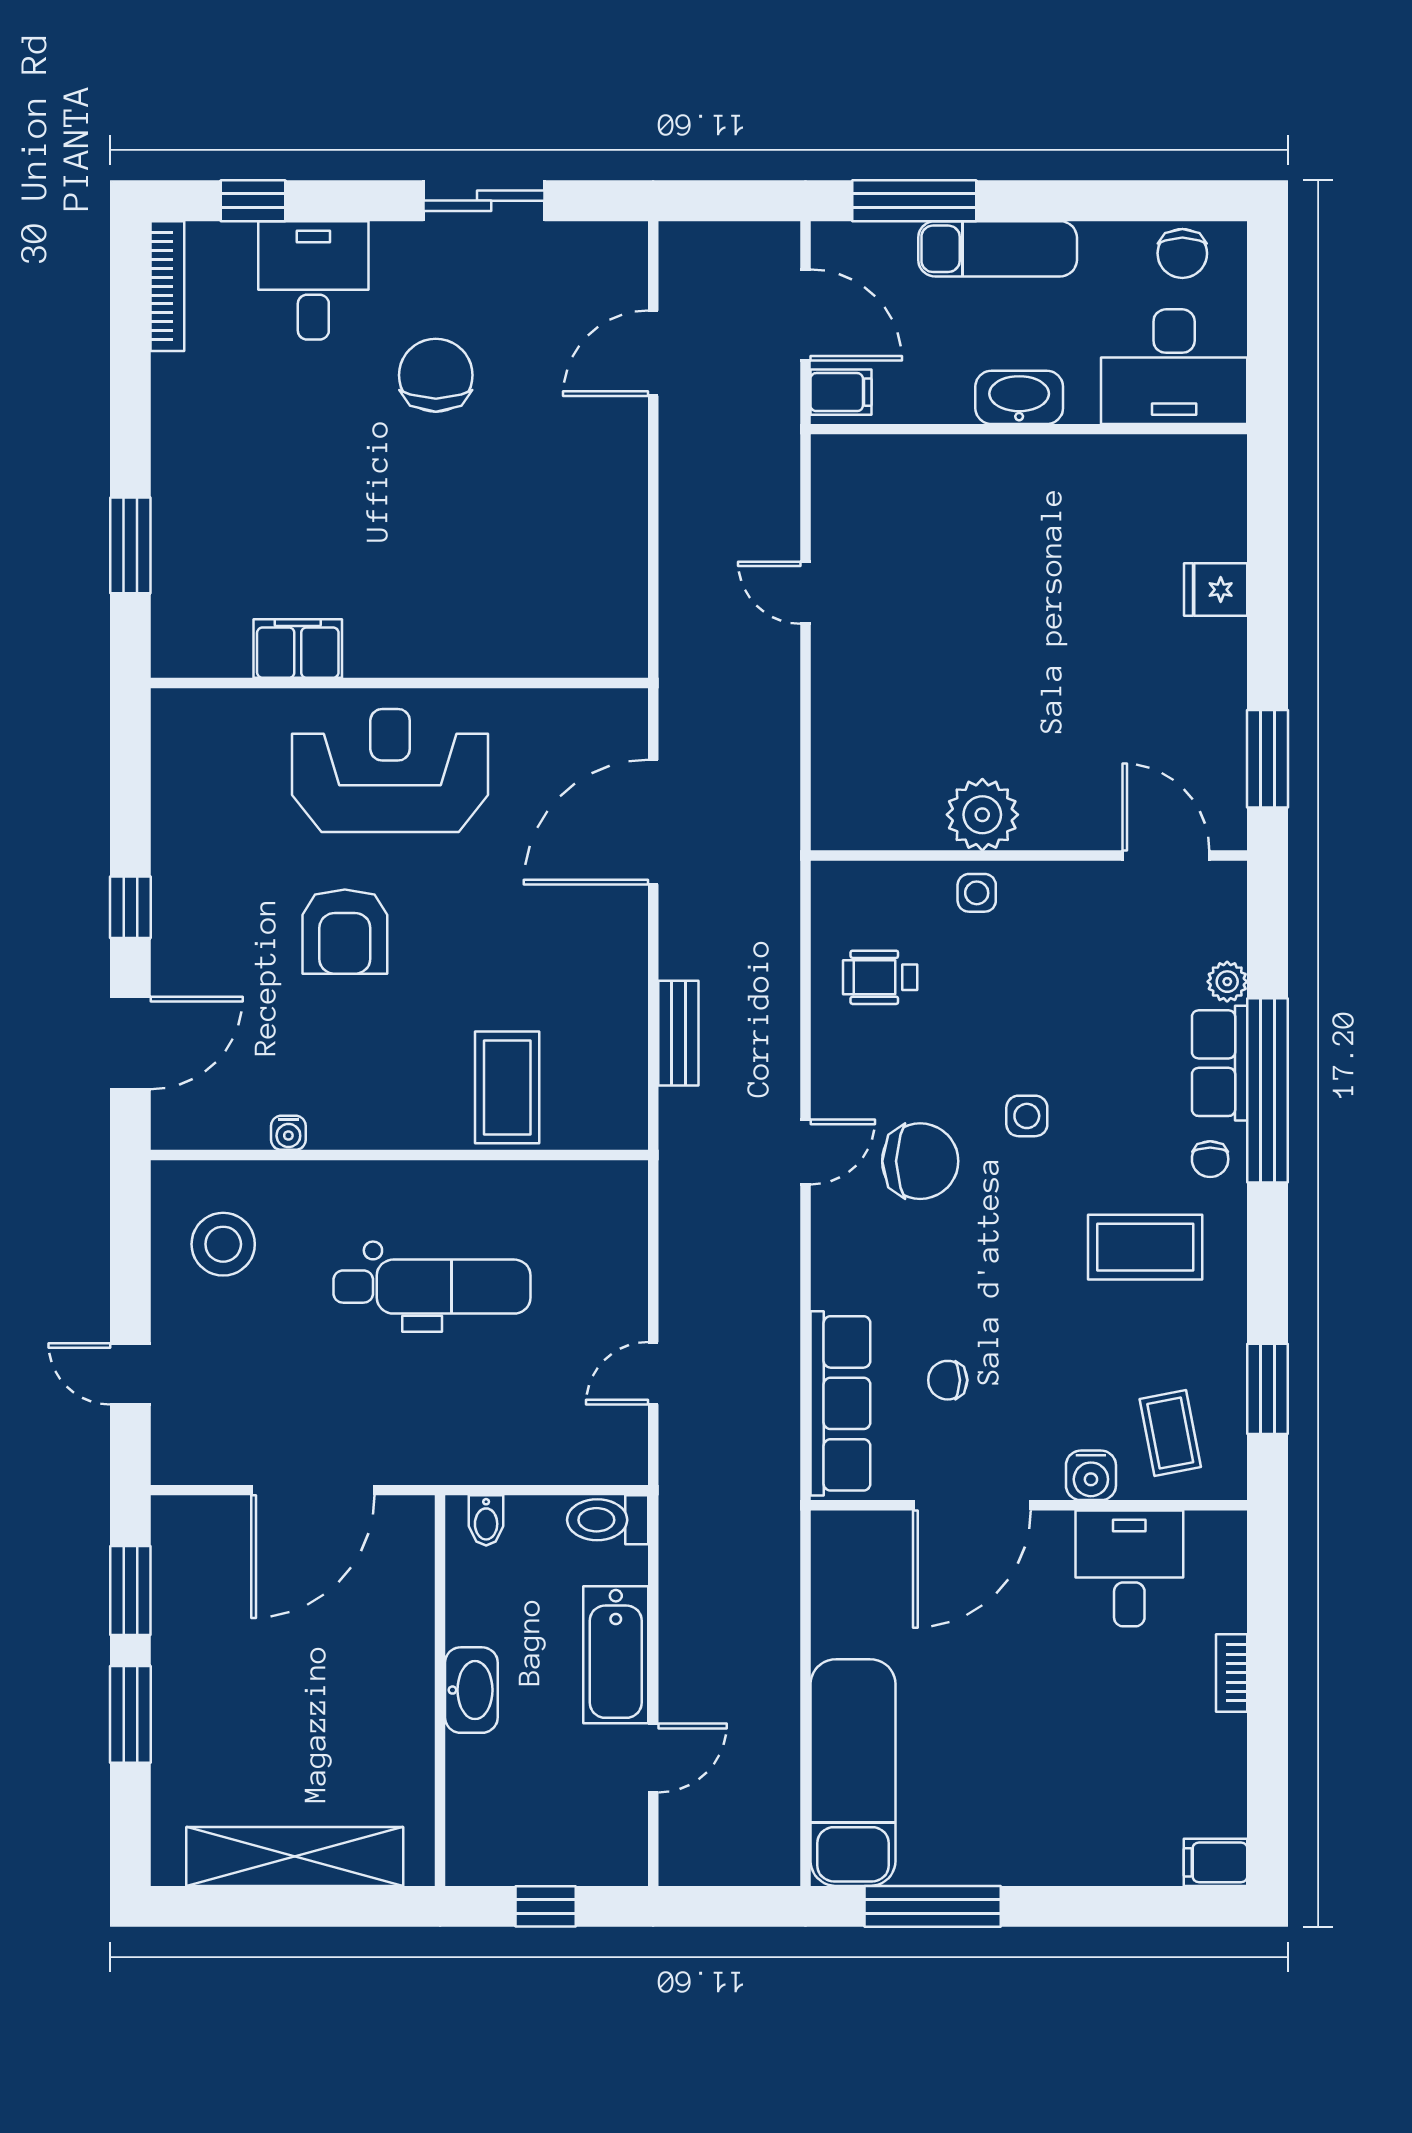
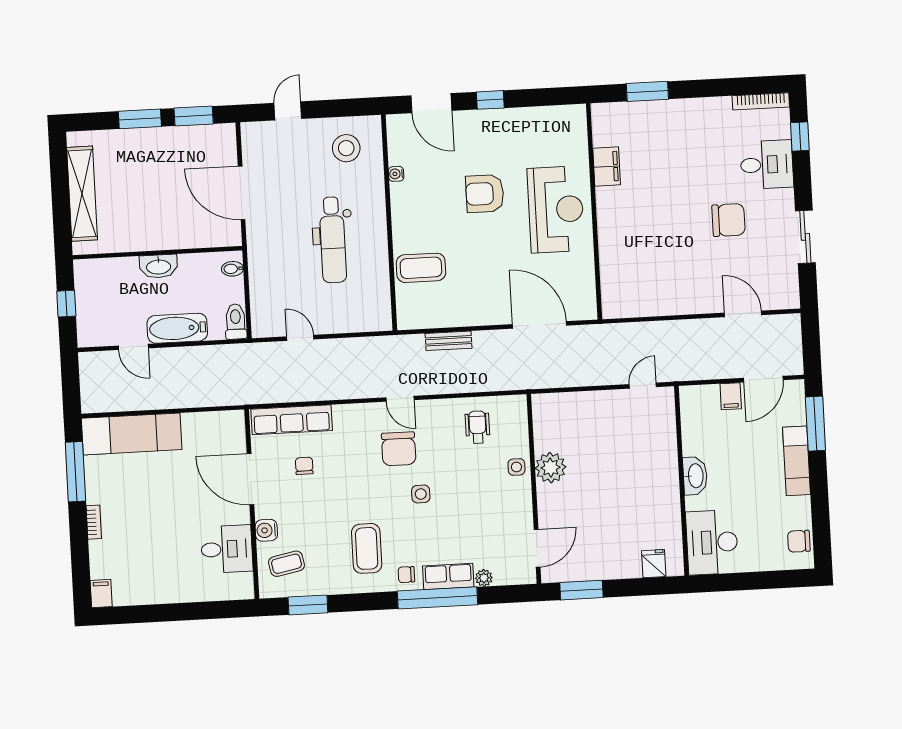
desk: (1174, 367) -> (712, 542), moved
washbasin: (1019, 397) -> (695, 476), moved
wall: (1029, 429) -> (682, 481), moved
bookcase: (1232, 1673) -> (94, 522), moved, turned 90

